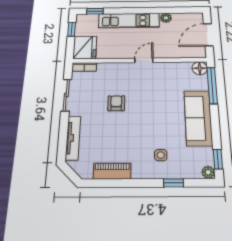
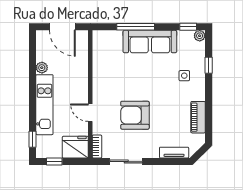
door: (144, 60) -> (90, 113), moved
floor lamp: (200, 68) -> (99, 37), removed
window: (212, 85) -> (136, 27), moved
armchair: (116, 103) -> (135, 115), width x1.88, depth x1.88
tv unit: (73, 138) -> (174, 153), width x0.71

